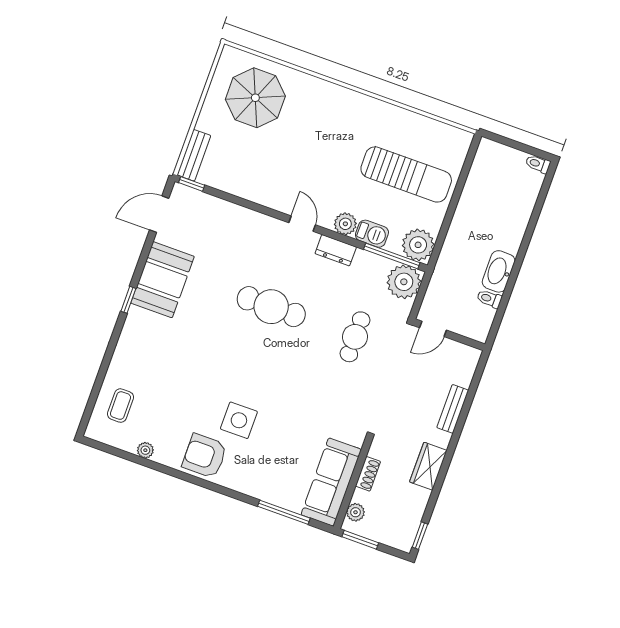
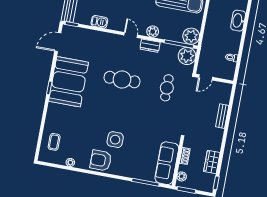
barbecue: (372, 234) -> (99, 22), moved
washbasin: (499, 271) -> (238, 21), moved
booth: (163, 280) -> (69, 82), width x1.36, depth x1.42
wardrobe: (428, 466) -> (212, 162), moved

